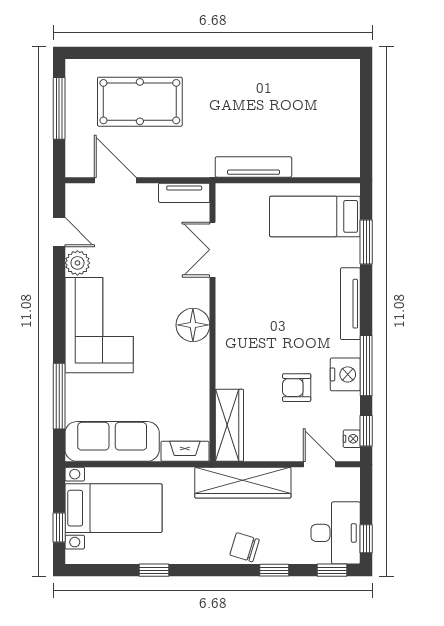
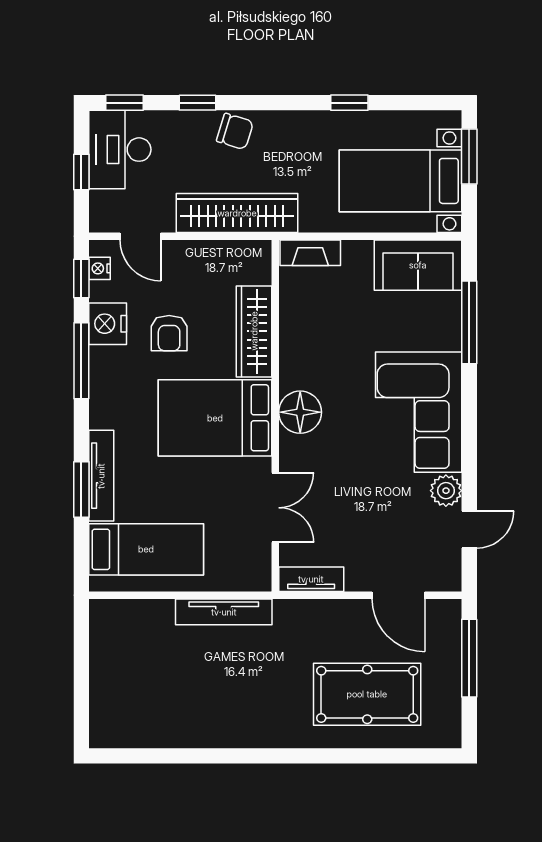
window: (59, 108) -> (469, 658), moved
door: (59, 232) -> (469, 530), swing flipped
window: (366, 242) -> (81, 489), moved
tv unit: (350, 304) -> (101, 476), moved
bed: (260, 321) -> (215, 418), added
nightstand: (345, 374) -> (108, 324), moved
armchair: (297, 388) -> (169, 333), turned 90
wardrobe: (229, 425) -> (254, 331), moved
sofa: (112, 441) -> (418, 265), width x0.73
window: (59, 527) -> (469, 156), width x1.50
window: (366, 539) -> (81, 172), moved

